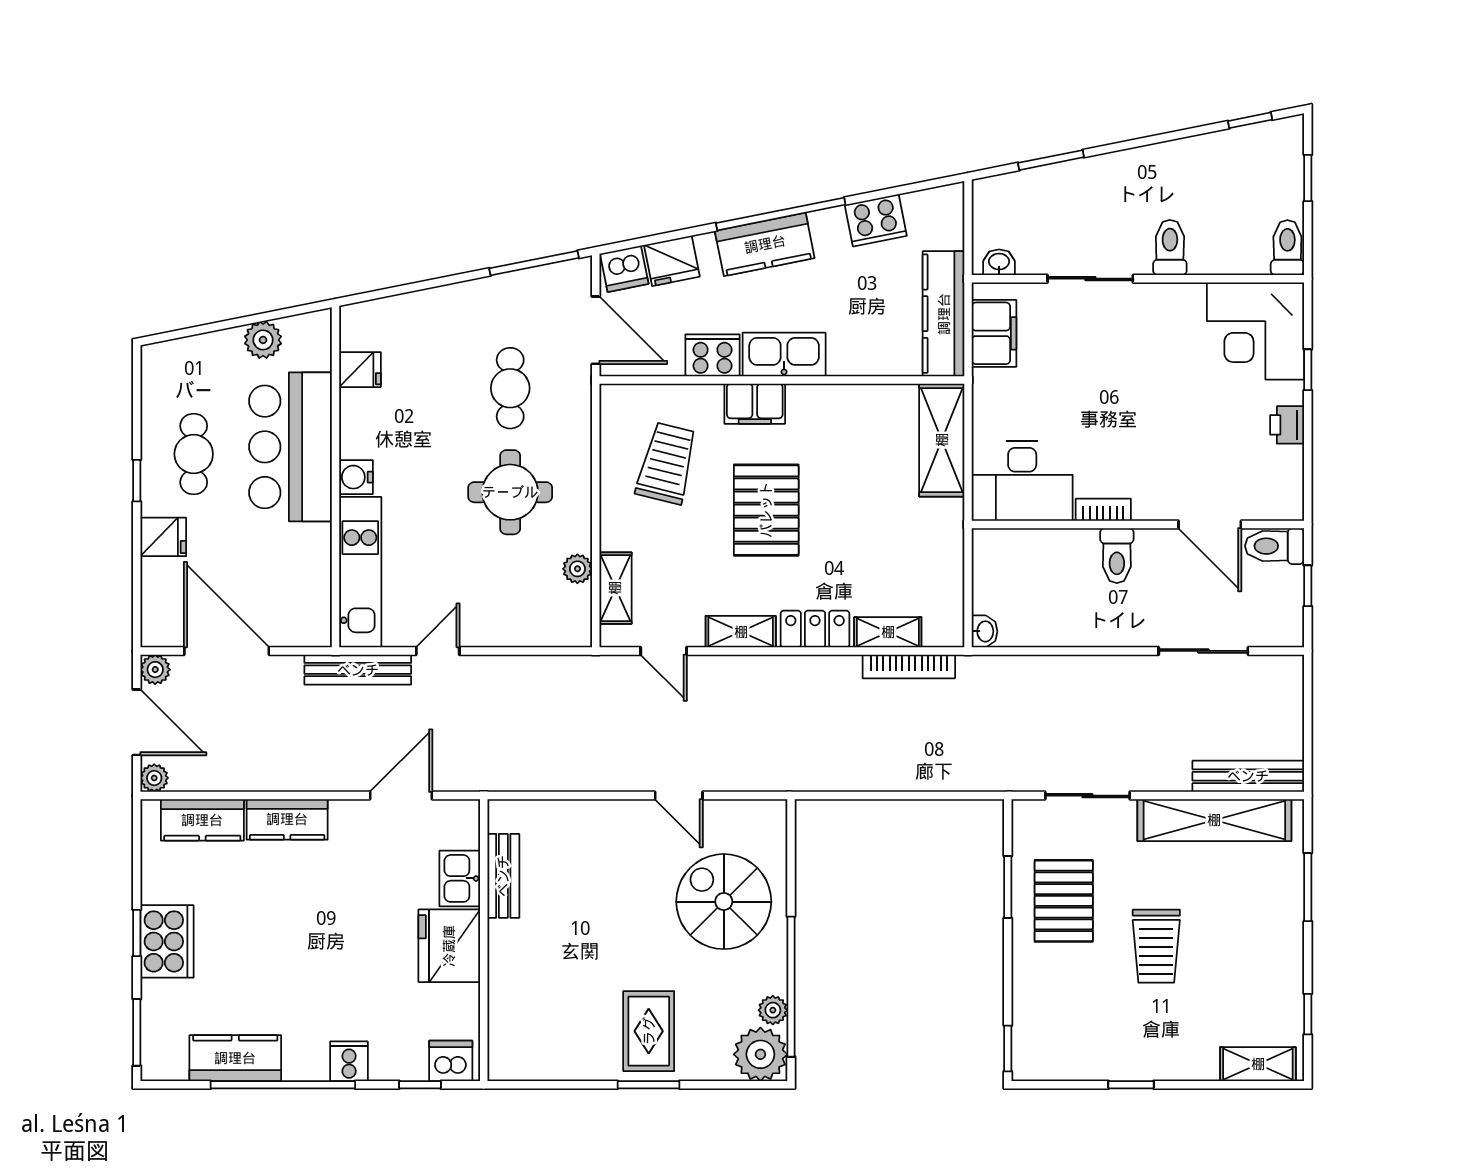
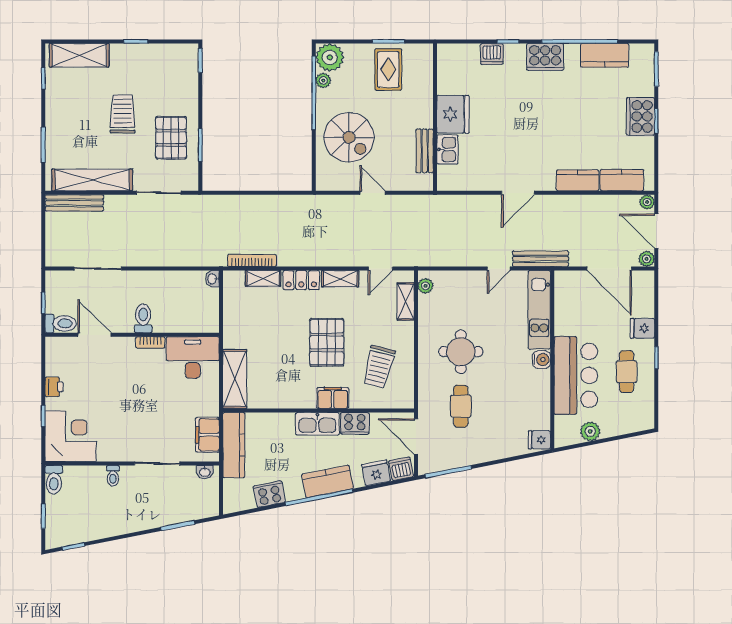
toilet: (1170, 247) -> (113, 476), width x0.73, depth x0.72
fridge: (360, 370) -> (539, 440), moved
plant: (577, 569) -> (426, 286), moved
door: (664, 651) -> (380, 269), swing flipped
bench: (503, 876) -> (425, 151), moved
kitchen sink: (460, 878) -> (447, 149), moved
wall: (484, 940) -> (435, 117), moved
fridge: (449, 946) -> (453, 114), moved
cooker: (349, 1061) -> (545, 57), width x1.87, depth x1.31
shelving: (1258, 1064) -> (79, 55), width x1.50, depth x1.33

